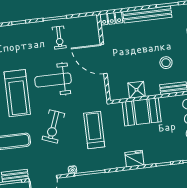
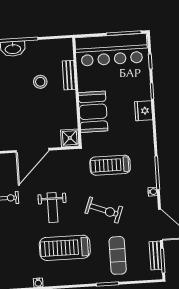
weight bench: (53, 80) -> (52, 208), width x0.73, depth x0.75
shower: (136, 90) -> (70, 138), moved
treadmill: (17, 93) -> (65, 248), turned 180
fridge: (134, 159) -> (144, 111), moved

